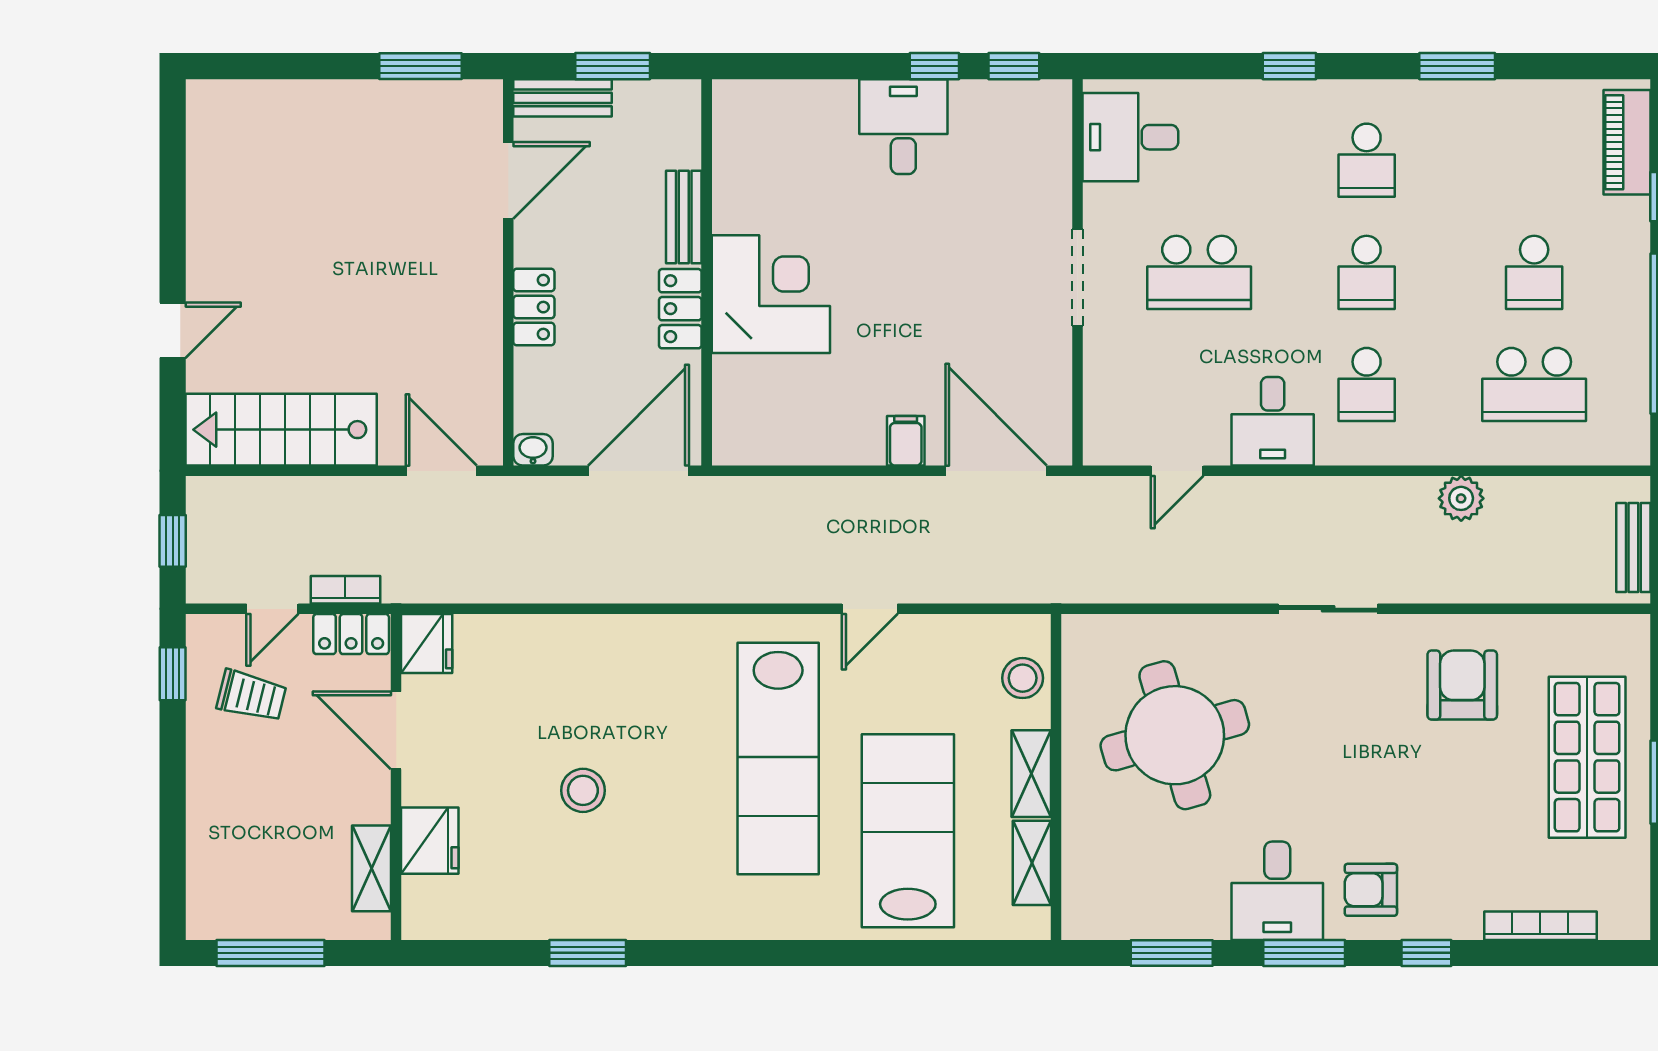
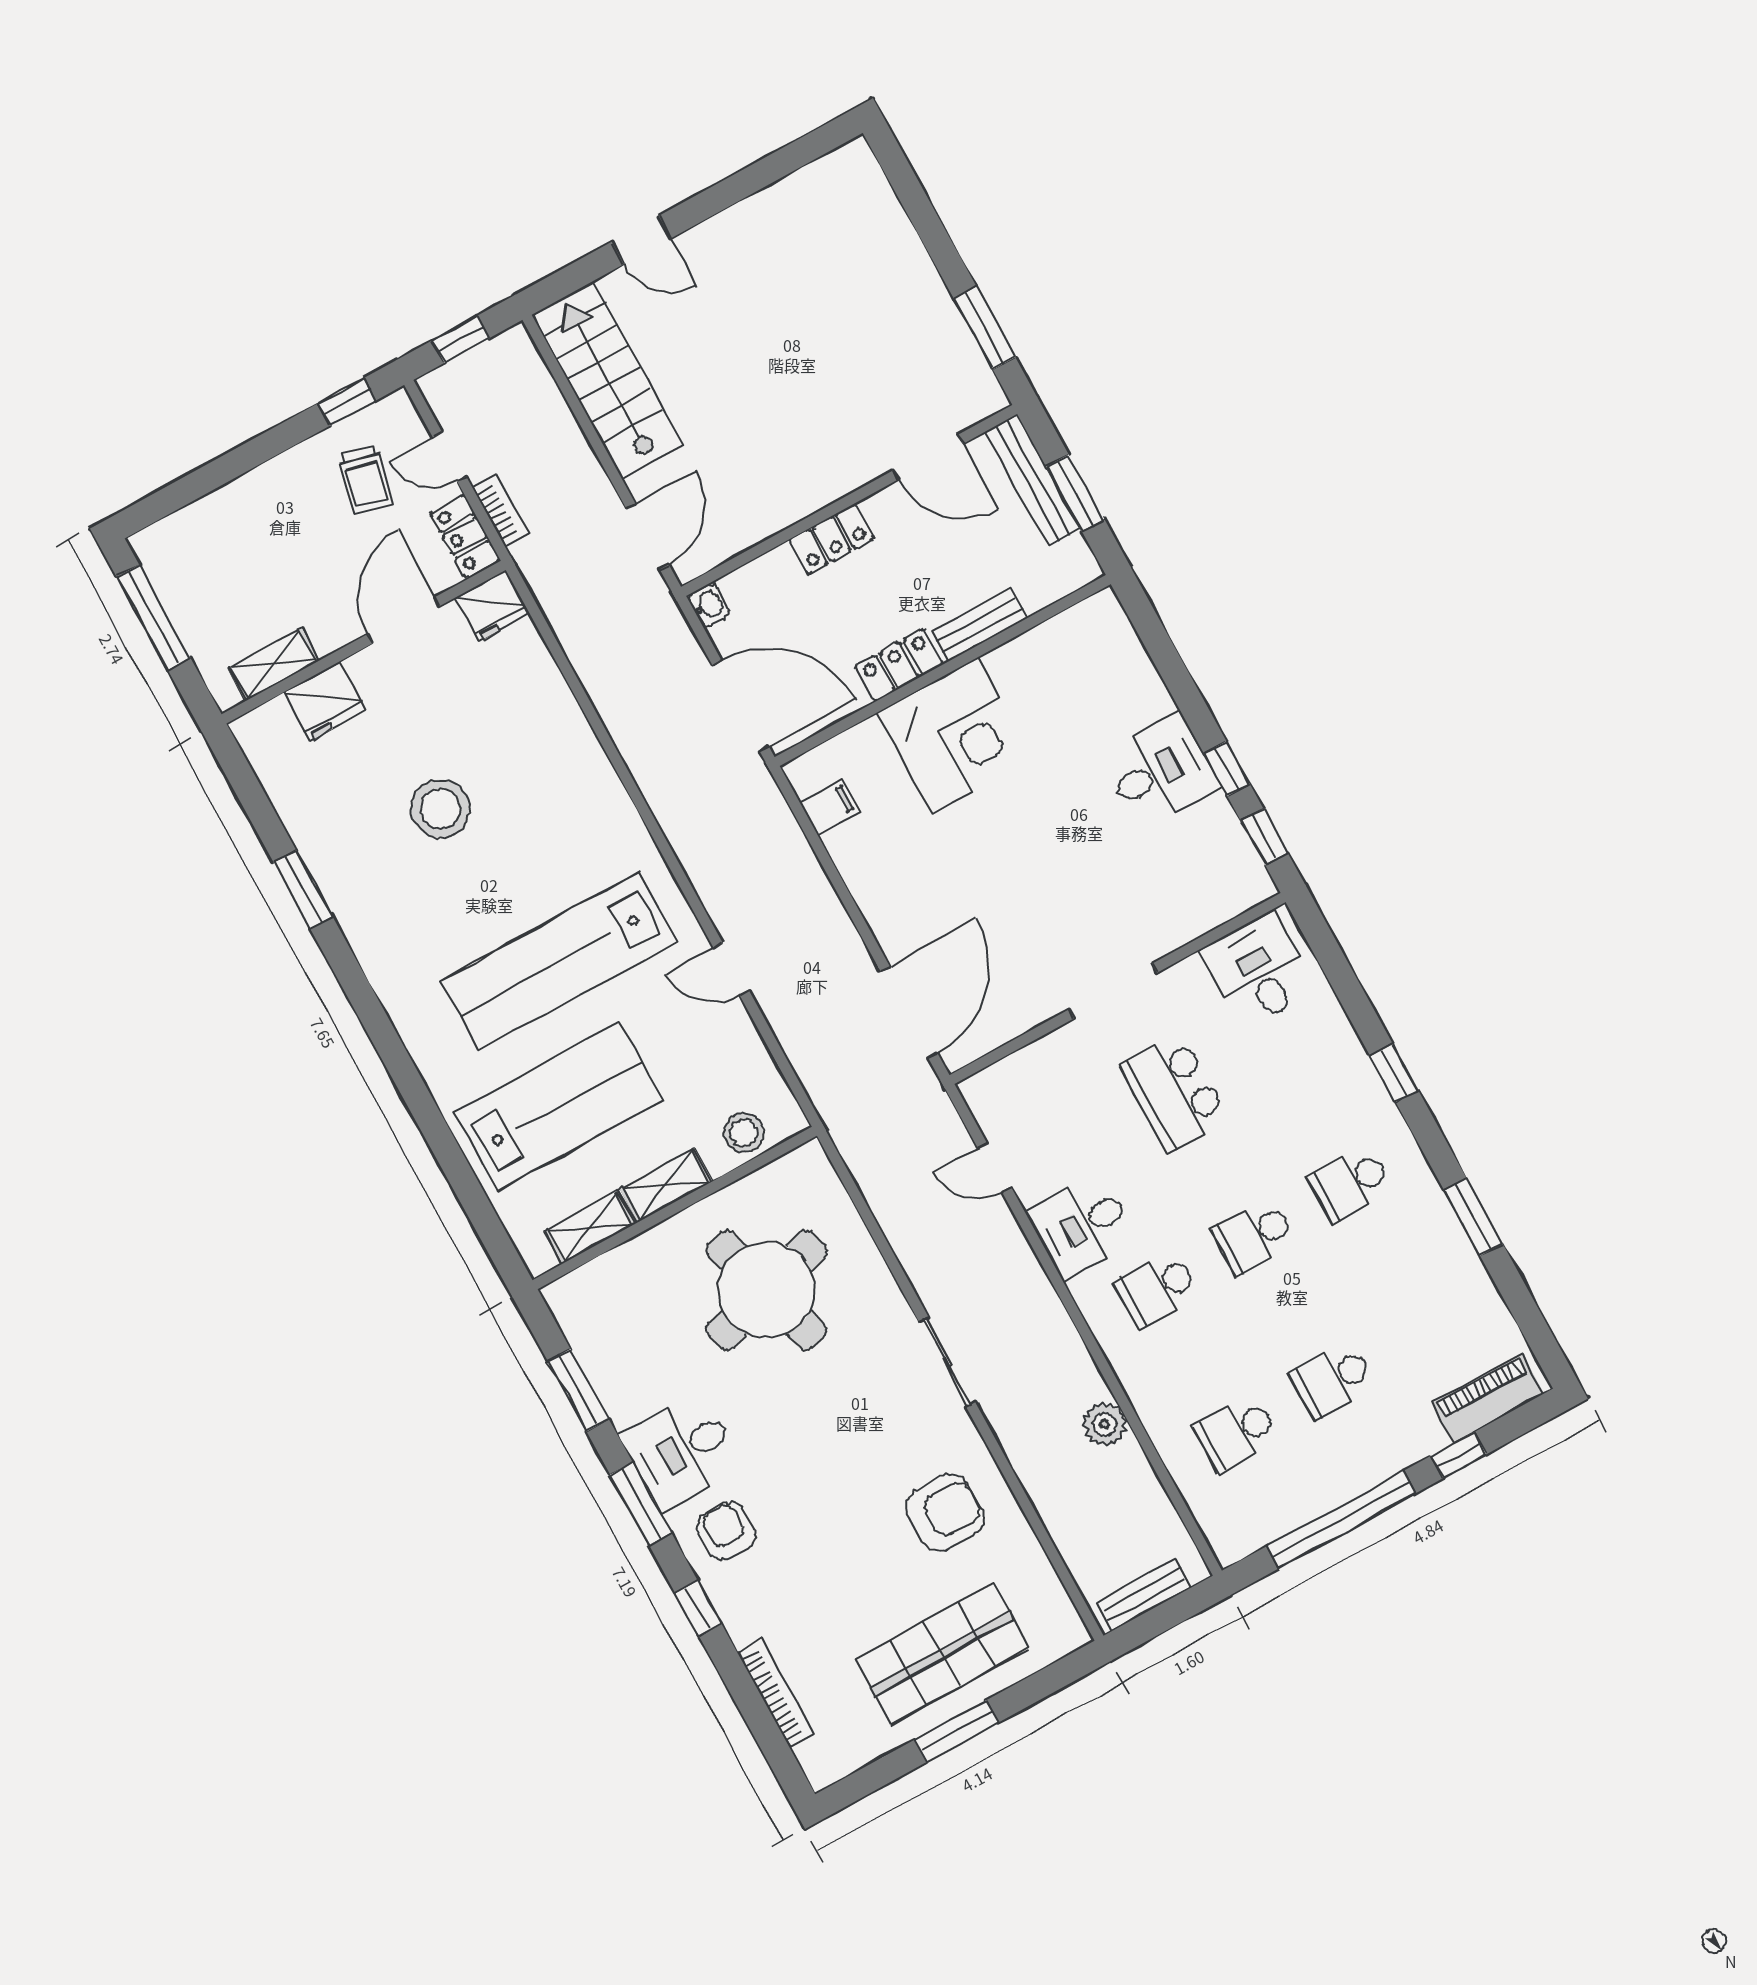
bench: (562, 98) -> (1033, 480), width x1.36
school desk: (1534, 384) -> (1237, 1433), width x0.54
filing cabinet: (906, 441) -> (830, 807), moved
stool: (583, 790) -> (440, 809), width x1.38, depth x1.38

